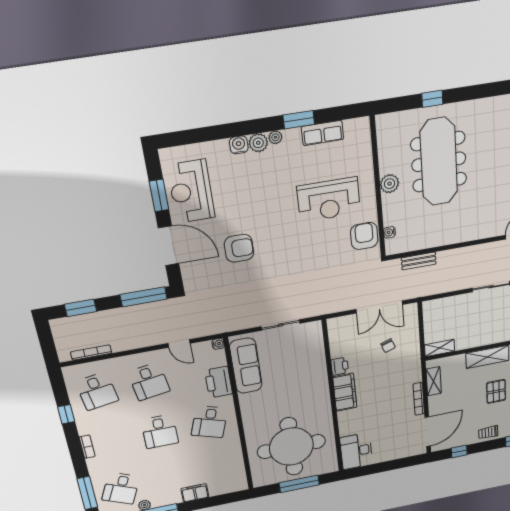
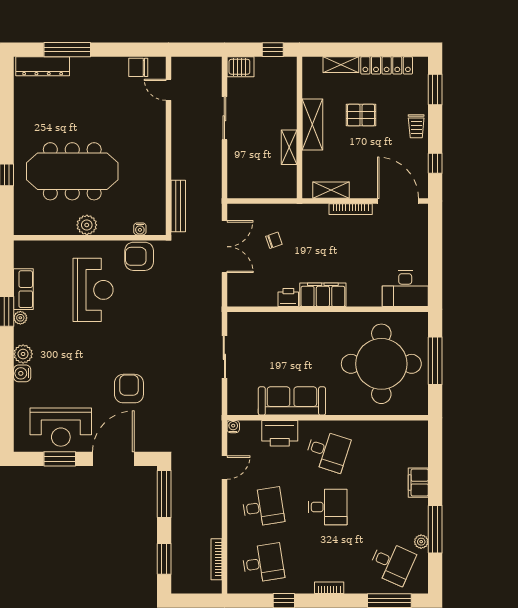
plant: (275, 137) -> (20, 318), moved
bench: (419, 261) -> (178, 206), width x1.36
shelving: (440, 348) -> (289, 147), moved
sofa: (246, 366) -> (292, 401), moved

